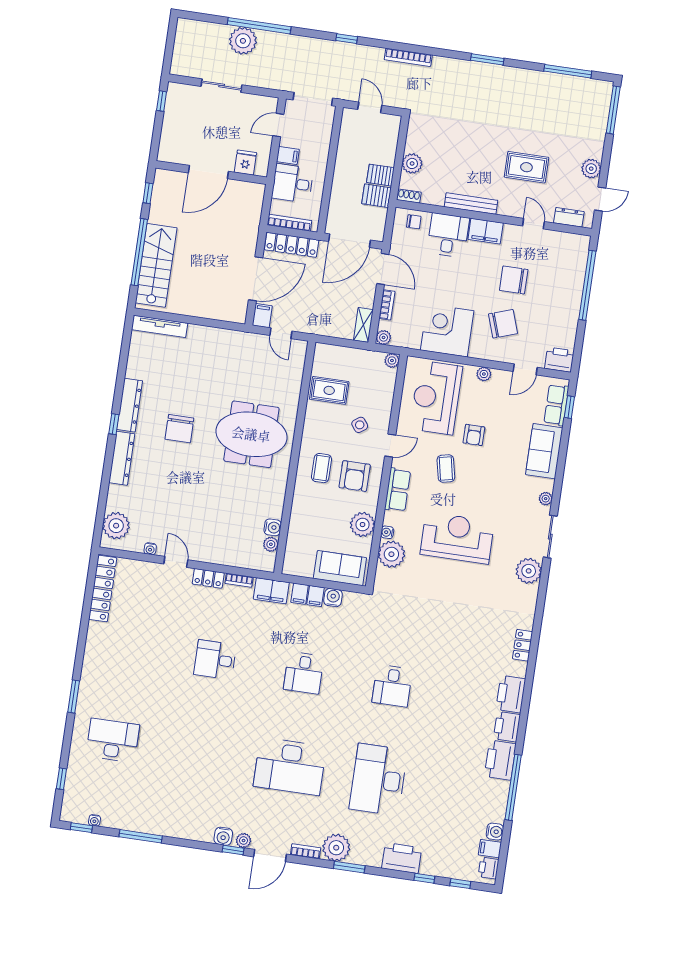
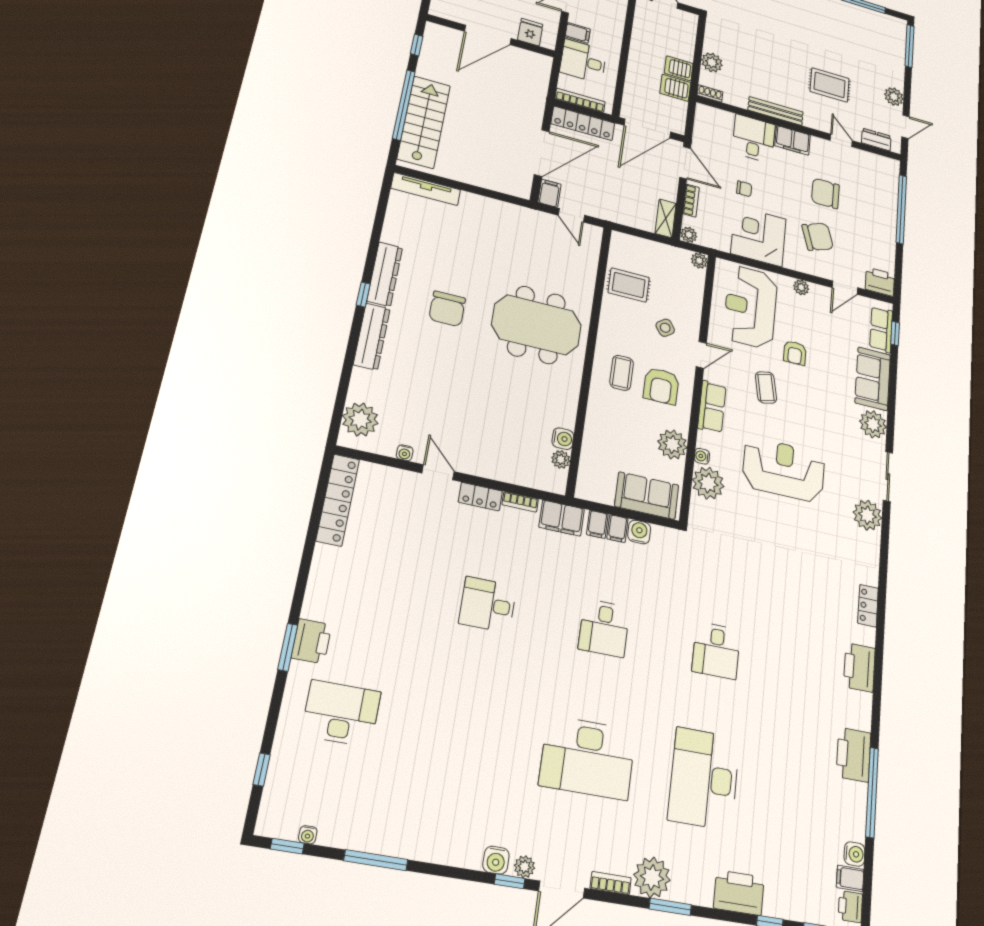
chair: (414, 222) -> (744, 189), moved
plant: (546, 499) -> (873, 424), width x1.88, depth x1.88
printer: (507, 727) -> (311, 641), moved, turned 180

